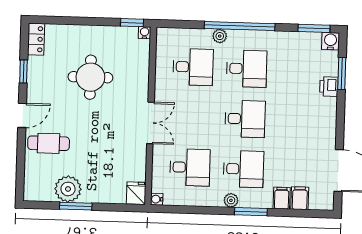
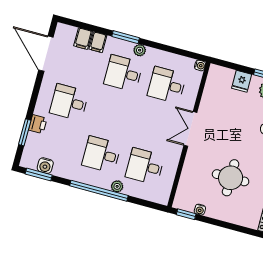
water cooler: (145, 33) -> (200, 210), moved
water cooler: (331, 41) -> (45, 166), moved
desk: (245, 119) -> (69, 102), moved
fridge: (136, 193) -> (242, 81), moved

